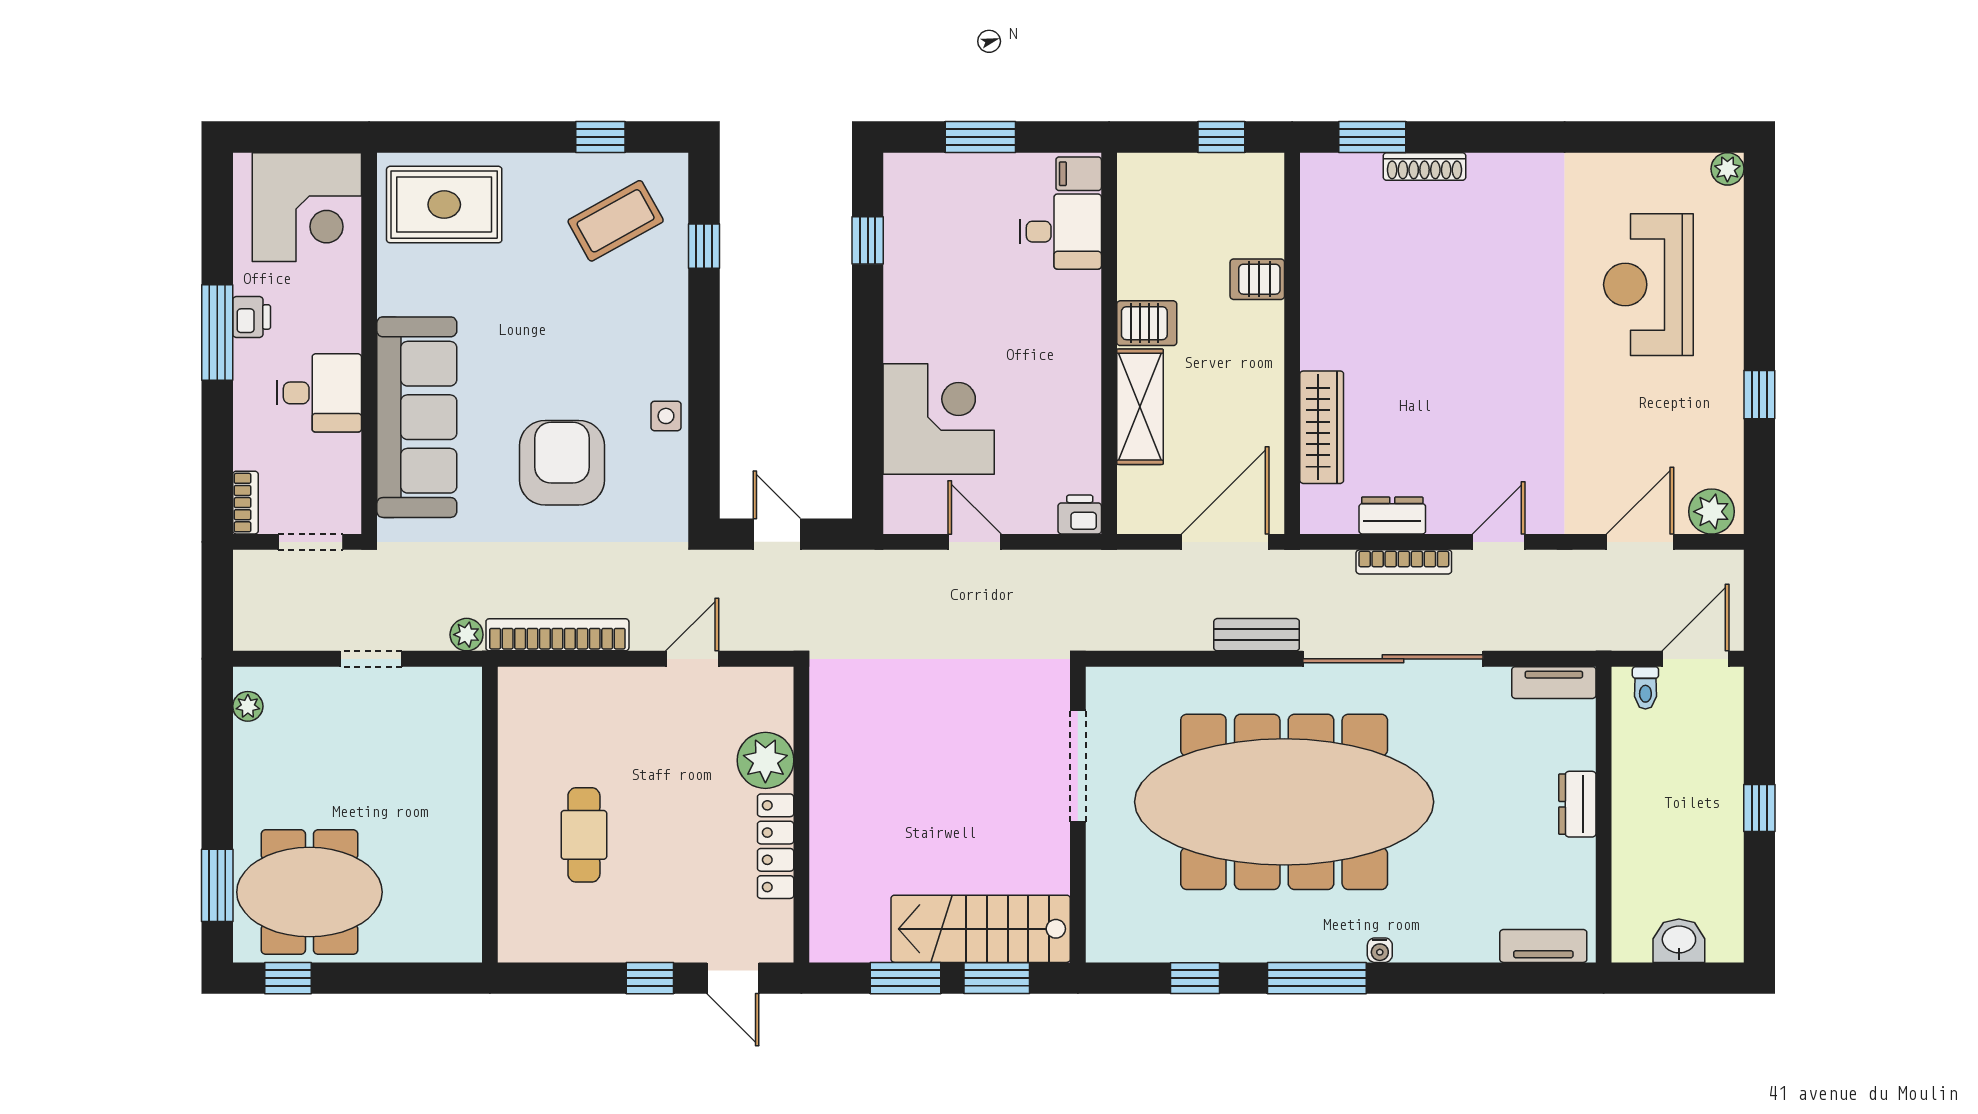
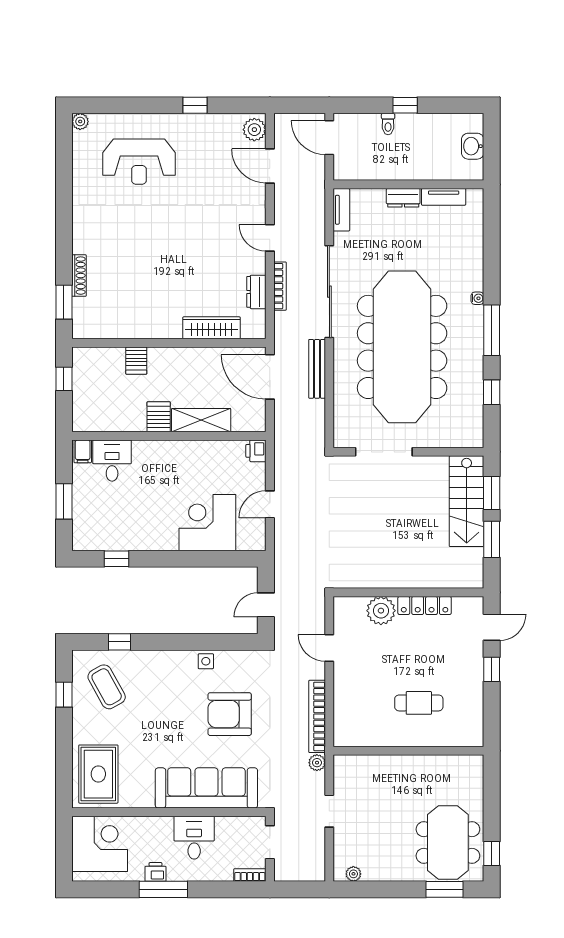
bench: (1257, 635) -> (317, 369), width x1.36
toilet: (1645, 688) -> (388, 124), moved, turned 90
tv unit: (1543, 946) -> (444, 197), moved, turned -90

